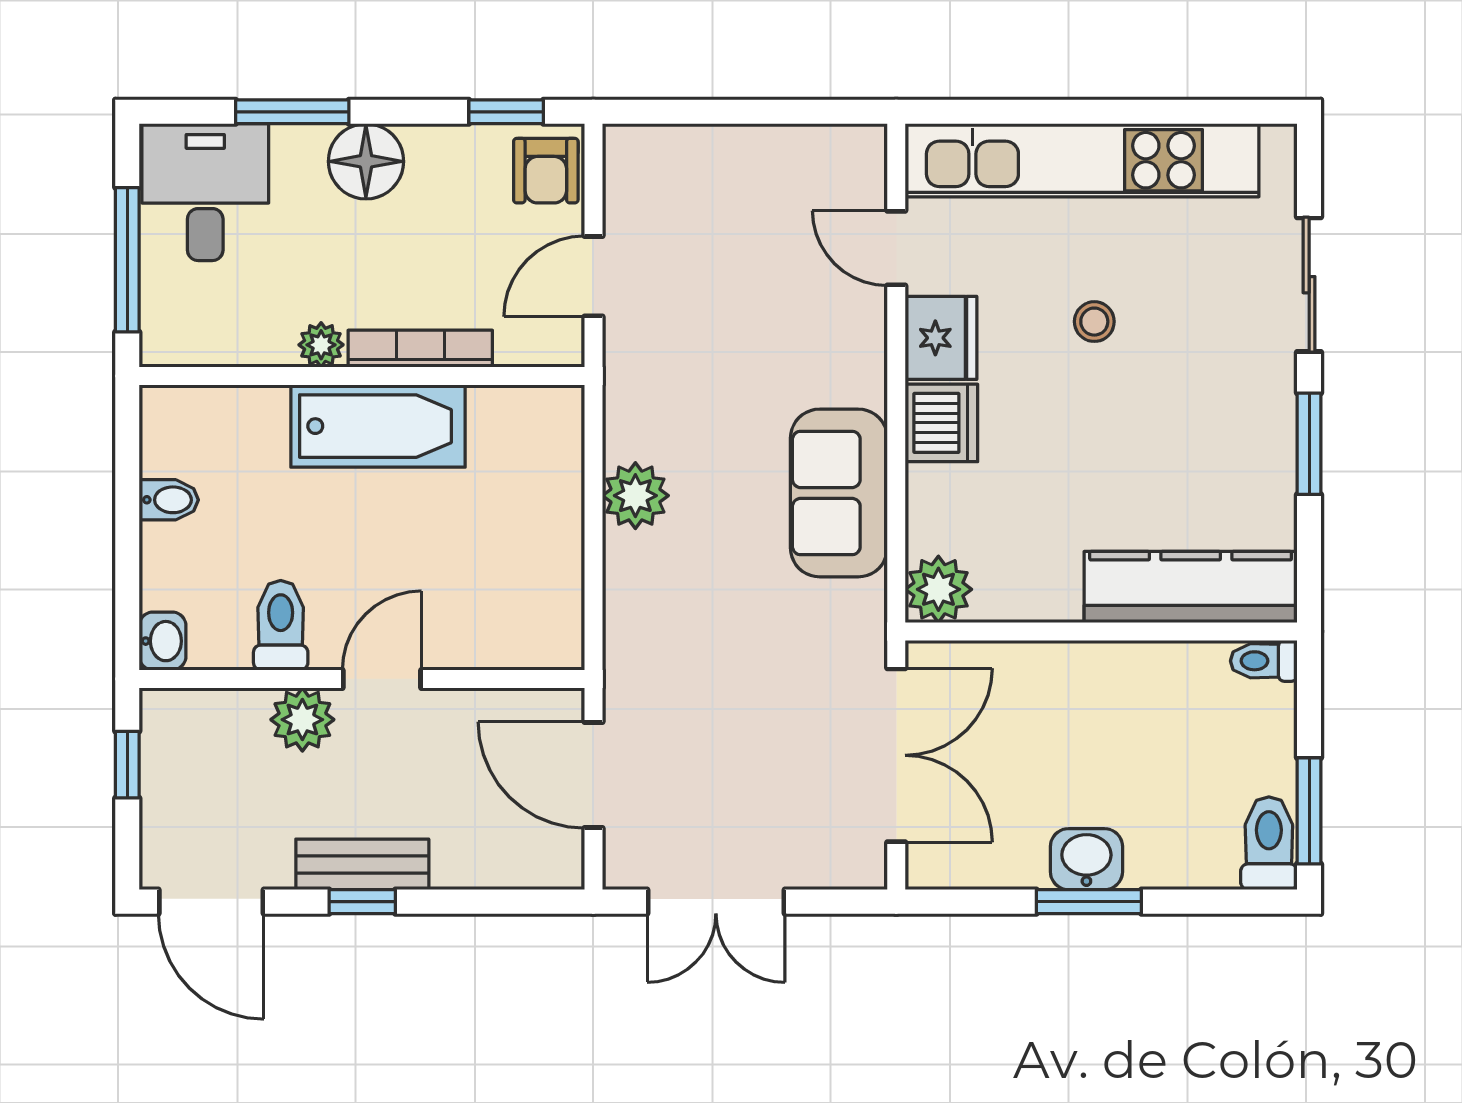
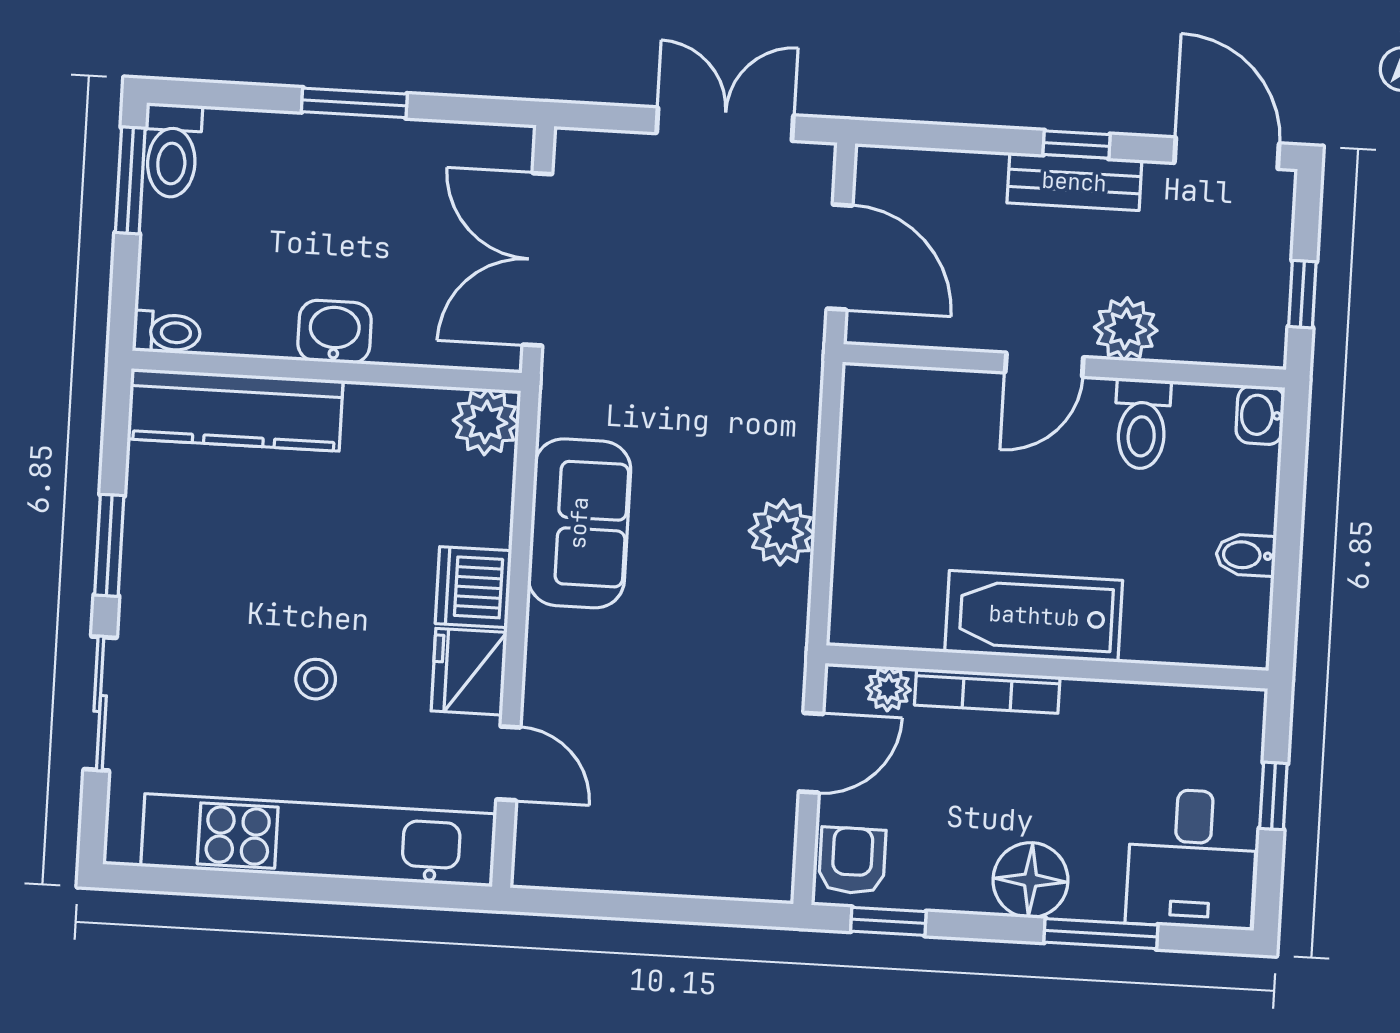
window: (127, 260) -> (1273, 796), width x0.46
plant: (321, 345) -> (888, 689), moved
washbasin: (1086, 859) -> (335, 332), moved, turned 180

